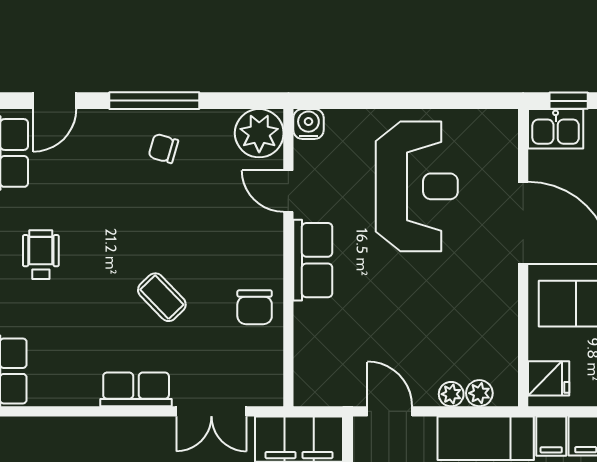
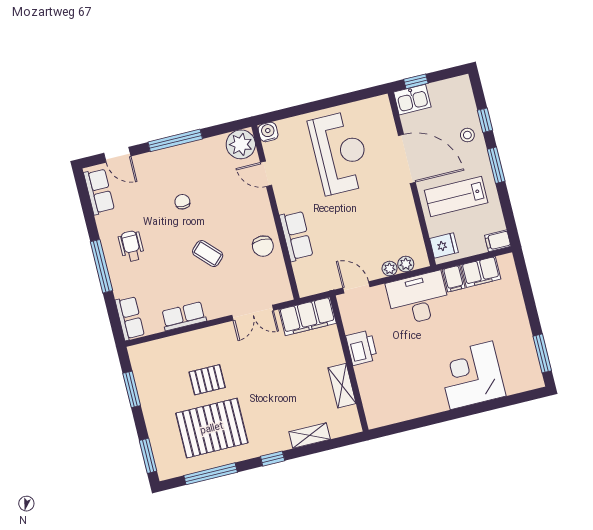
door: (55, 101) -> (117, 155), hinge flipped
chair: (163, 148) -> (182, 202), moved, turned 74
row of seats: (313, 260) -> (296, 236), moved
row of seats: (136, 389) -> (184, 316), moved

